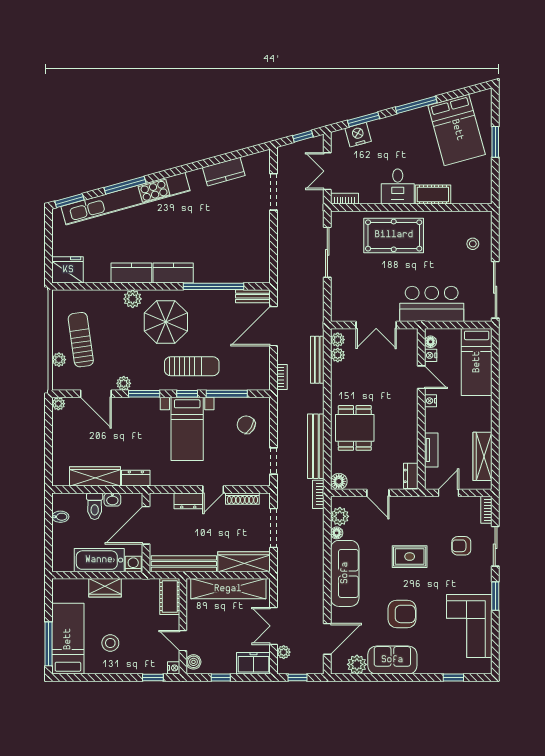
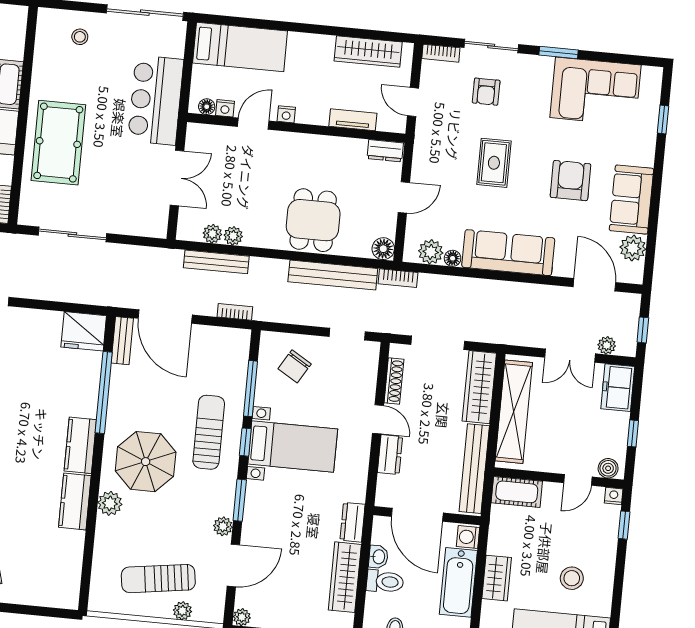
fridge: (68, 270) -> (84, 331), moved, turned -90
plant: (338, 340) -> (233, 236), moved
dining table: (355, 428) -> (313, 220), turned 90

